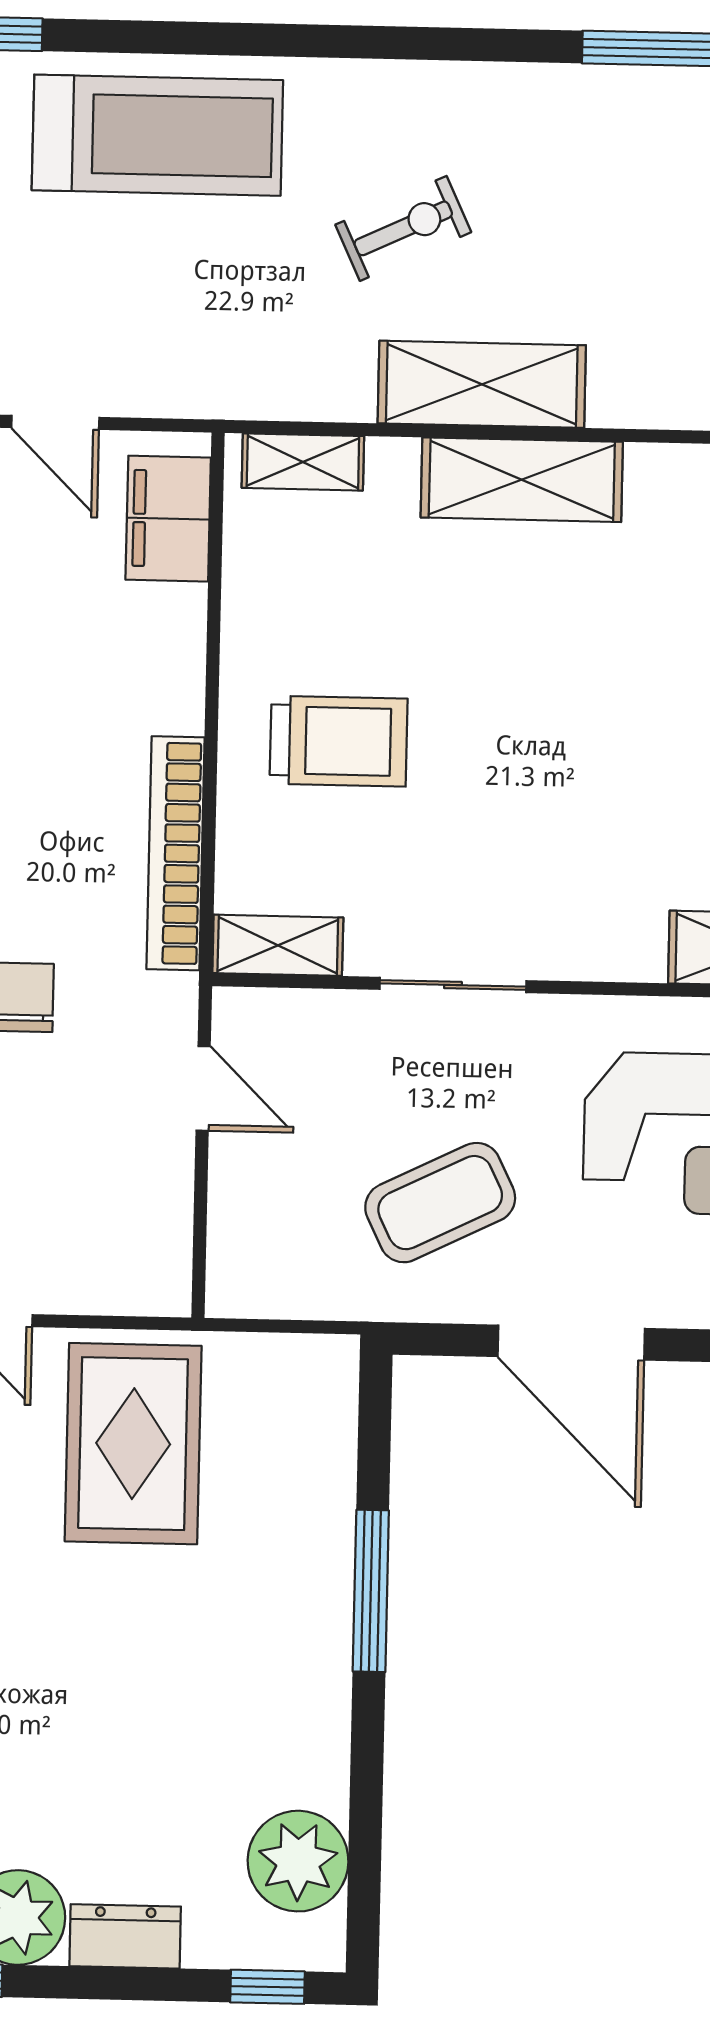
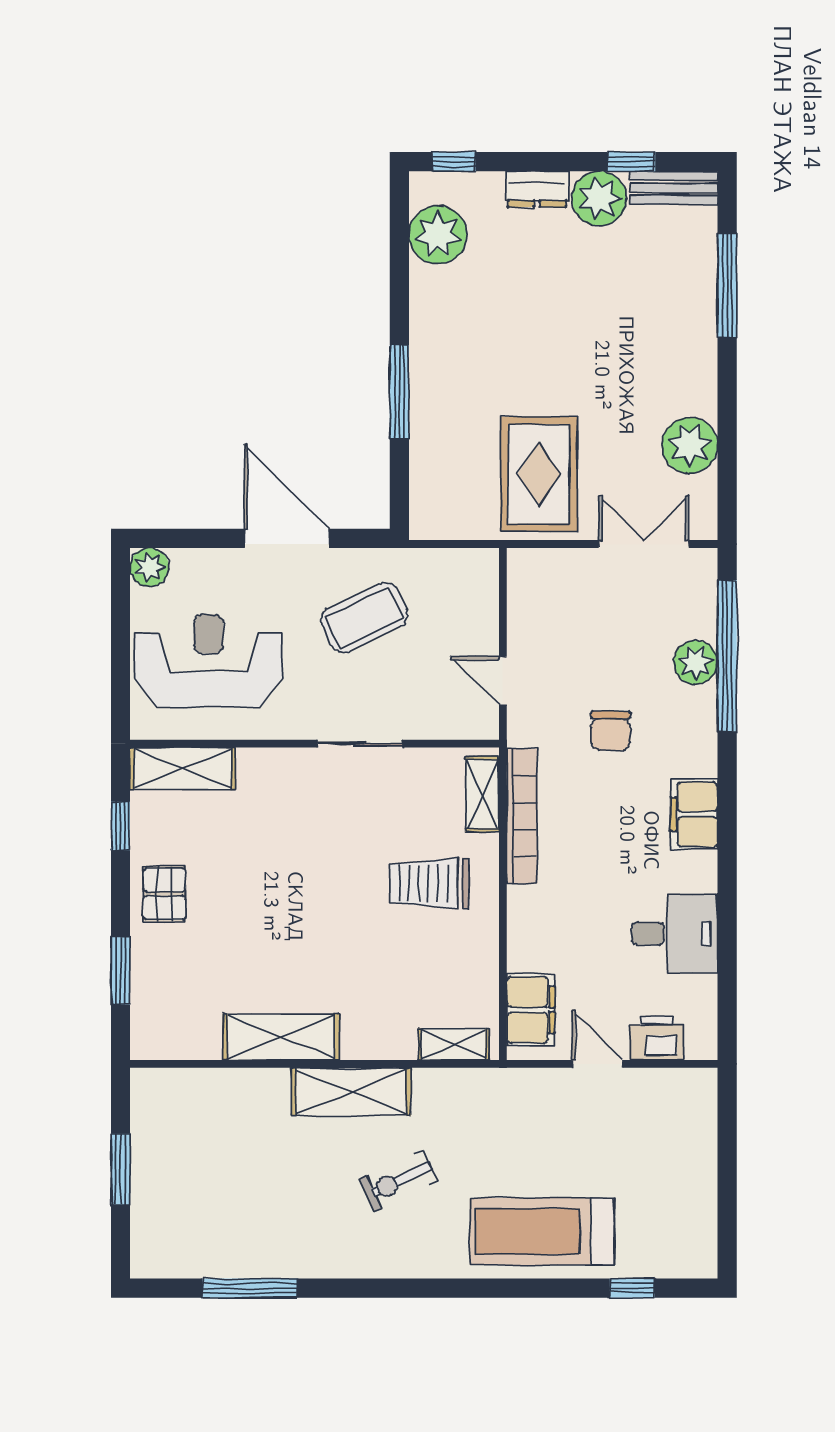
shelving: (522, 480) -> (281, 1037), moved
shelving: (278, 945) -> (482, 794), moved, turned 90

